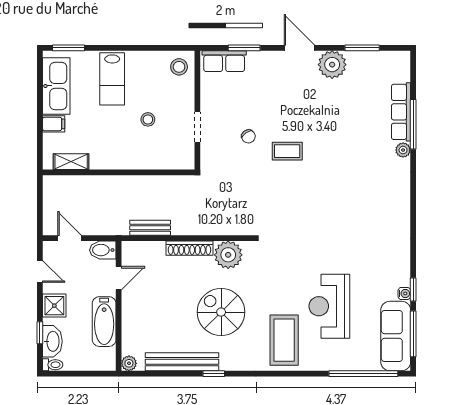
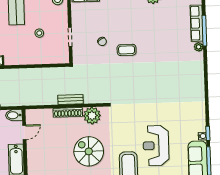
bench: (150, 228) -> (71, 99), moved

